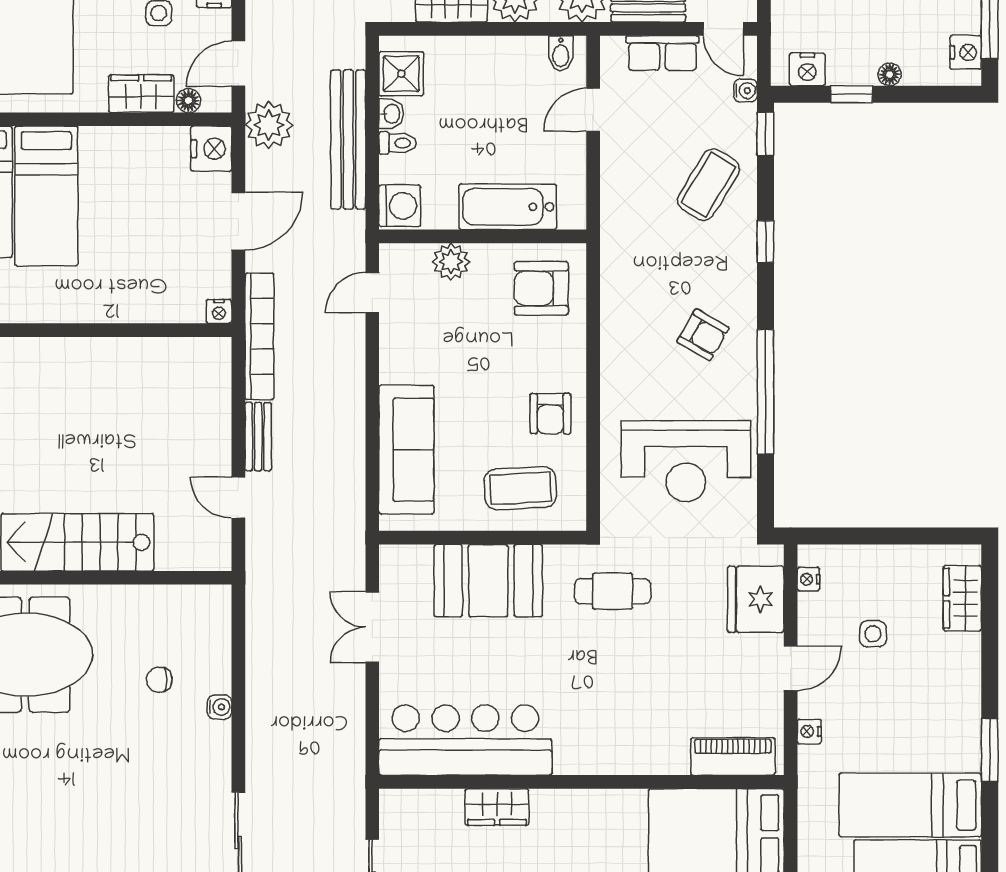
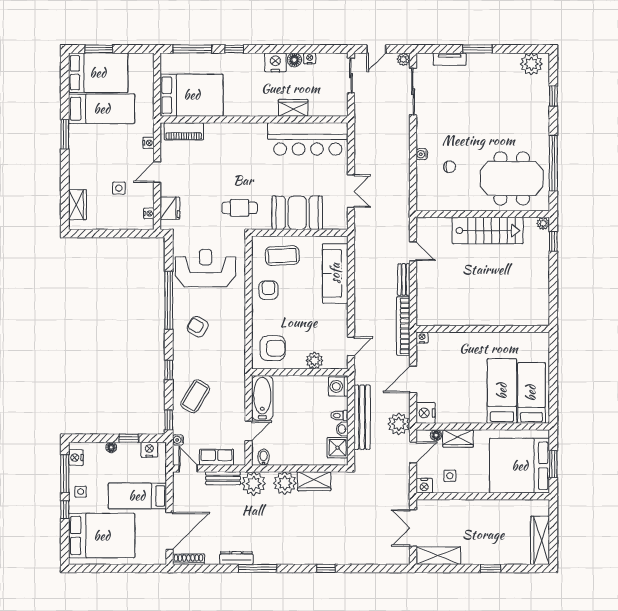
bathtub: (508, 207) -> (262, 398), moved, turned -90
fridge: (756, 599) -> (170, 208), width x0.73, depth x0.75

